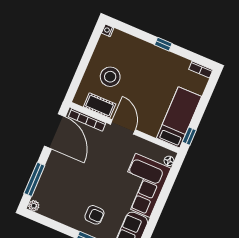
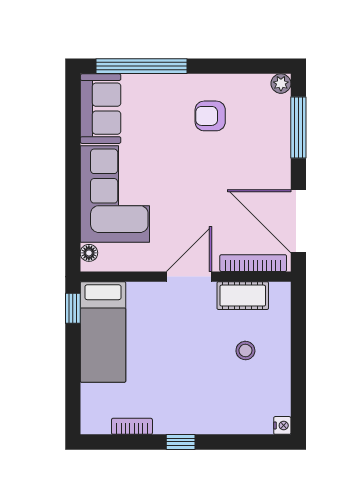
bookcase: (201, 70) -> (132, 426), moved
stool: (110, 77) -> (245, 351), width x0.53, depth x0.53
door: (123, 127) -> (189, 277), swing flipped
armchair: (94, 215) -> (210, 116), moved

